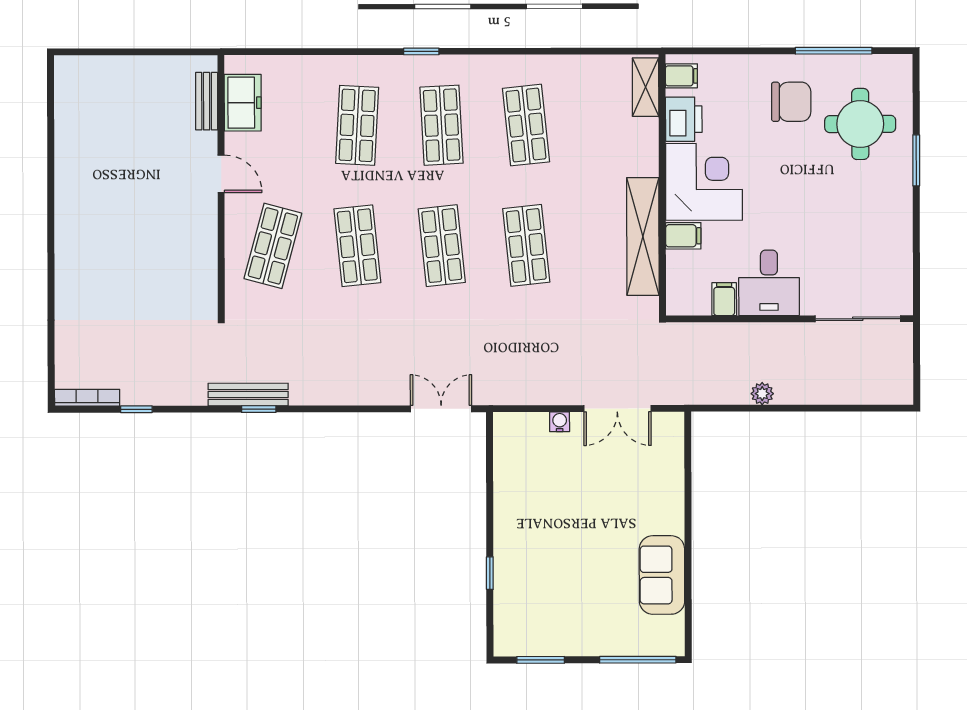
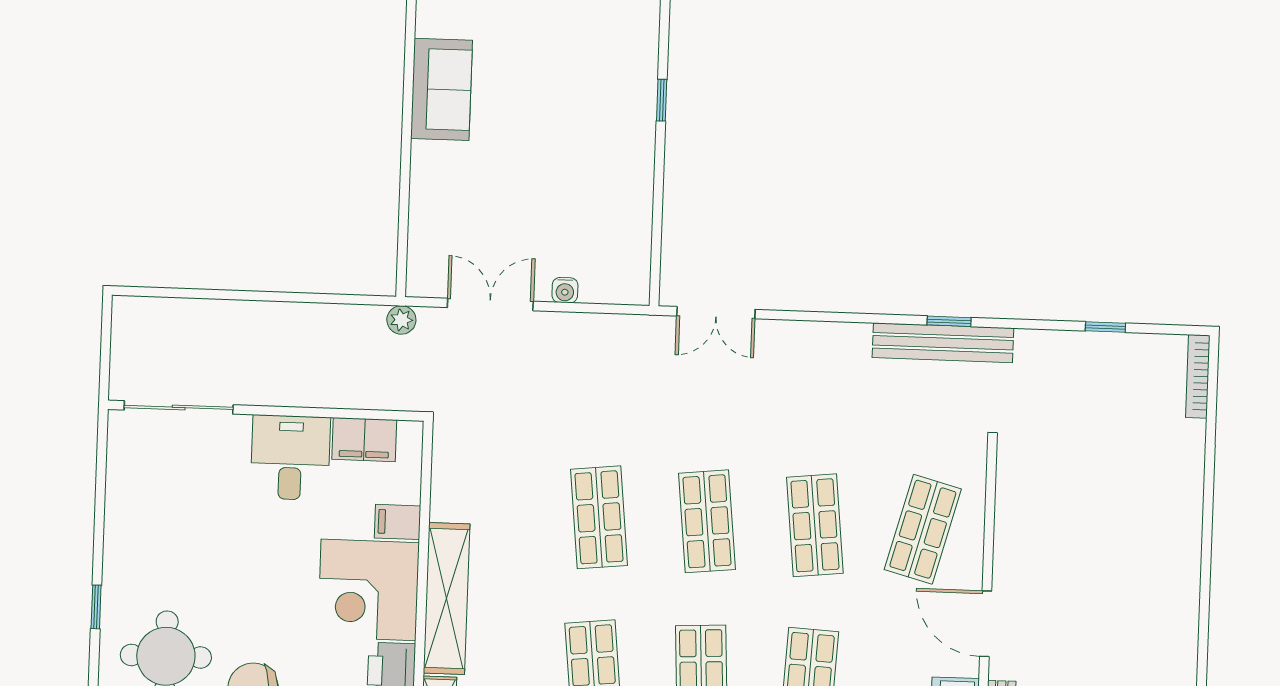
window: (916, 160) -> (96, 607), width x0.67
door: (221, 174) -> (986, 624), width x1.38
shelving: (643, 236) -> (447, 599), moved
filing cabinet: (724, 299) -> (364, 440), width x2.00
plant: (762, 394) -> (401, 320), moved
bench: (248, 395) -> (943, 343), width x1.37, depth x1.21
bookcase: (87, 398) -> (1198, 376), moved, turned 90

